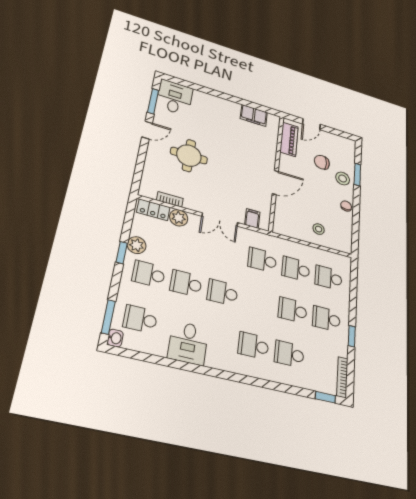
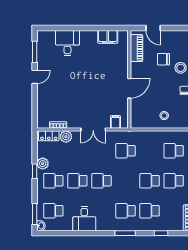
desk: (175, 97) -> (67, 43), moved
door: (311, 124) -> (153, 28), hinge flipped
round table: (189, 156) -> (66, 87), removed
school desk: (296, 269) -> (150, 151), removed
window: (249, 380) -> (125, 233), added
window: (325, 397) -> (161, 233), moved

